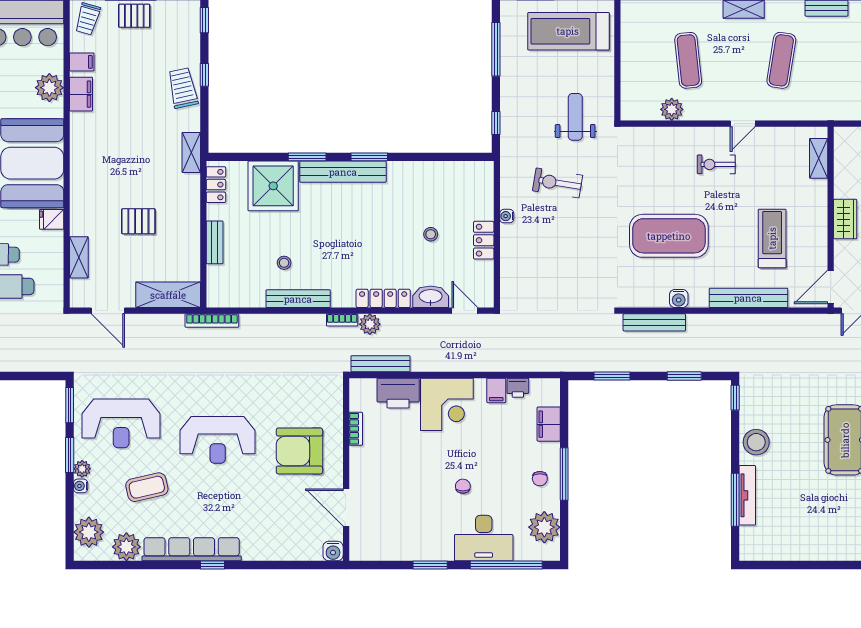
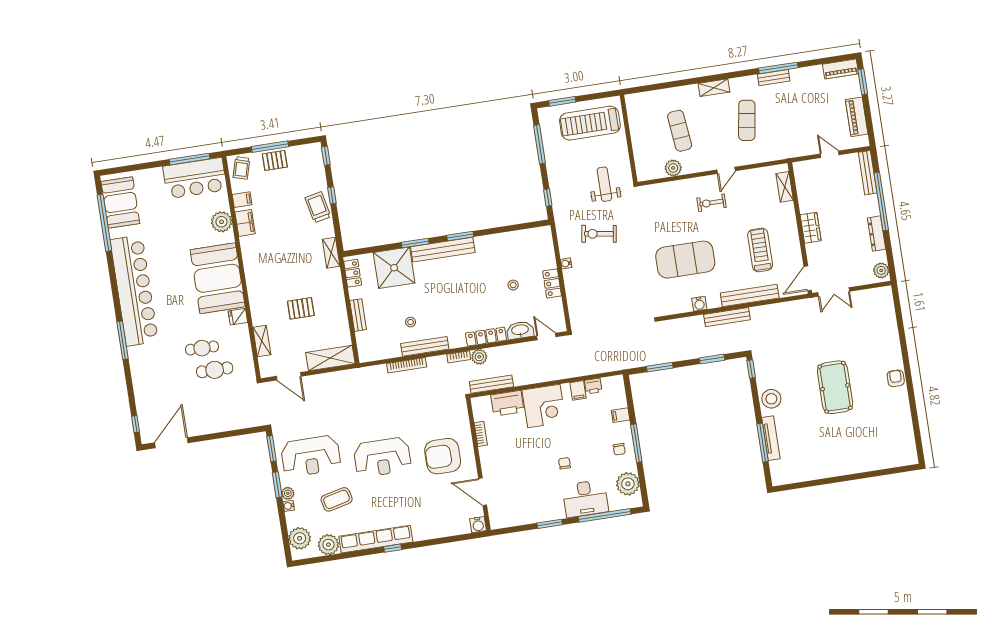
bookcase: (212, 321) -> (407, 365), moved
bench: (654, 322) -> (727, 317), moved
filing cabinet: (549, 424) -> (621, 415), width x0.50

